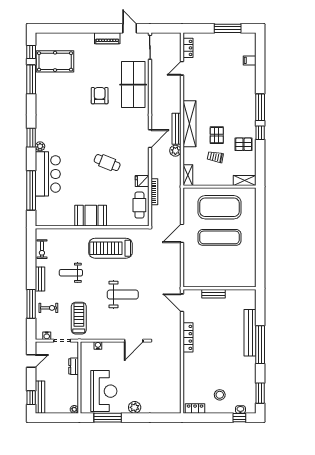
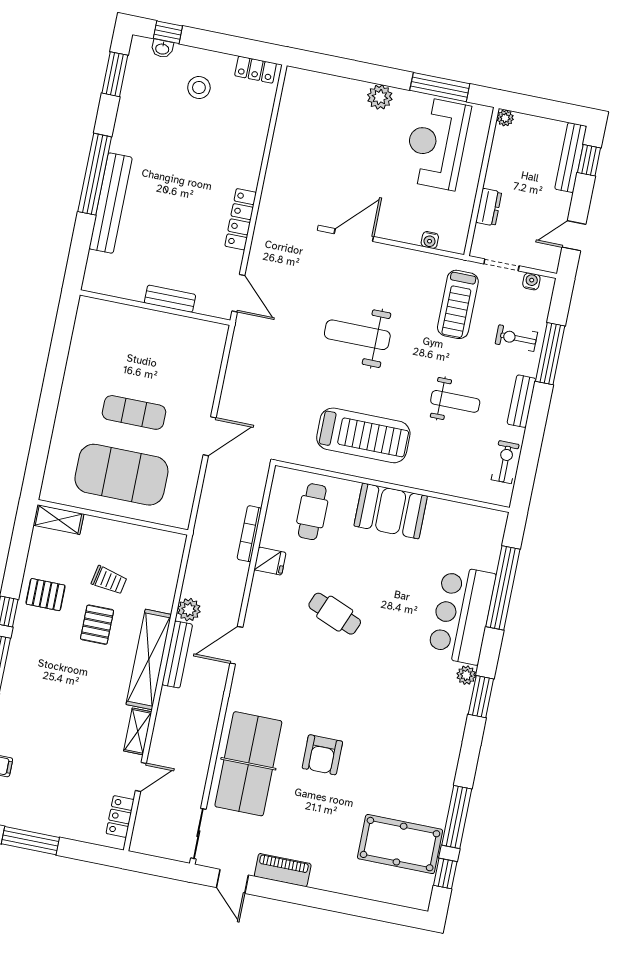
shelving: (188, 175) -> (138, 731), moved
cafe table: (139, 205) -> (312, 512), moved
exercise mat: (219, 237) -> (134, 412), width x0.73, depth x0.69

